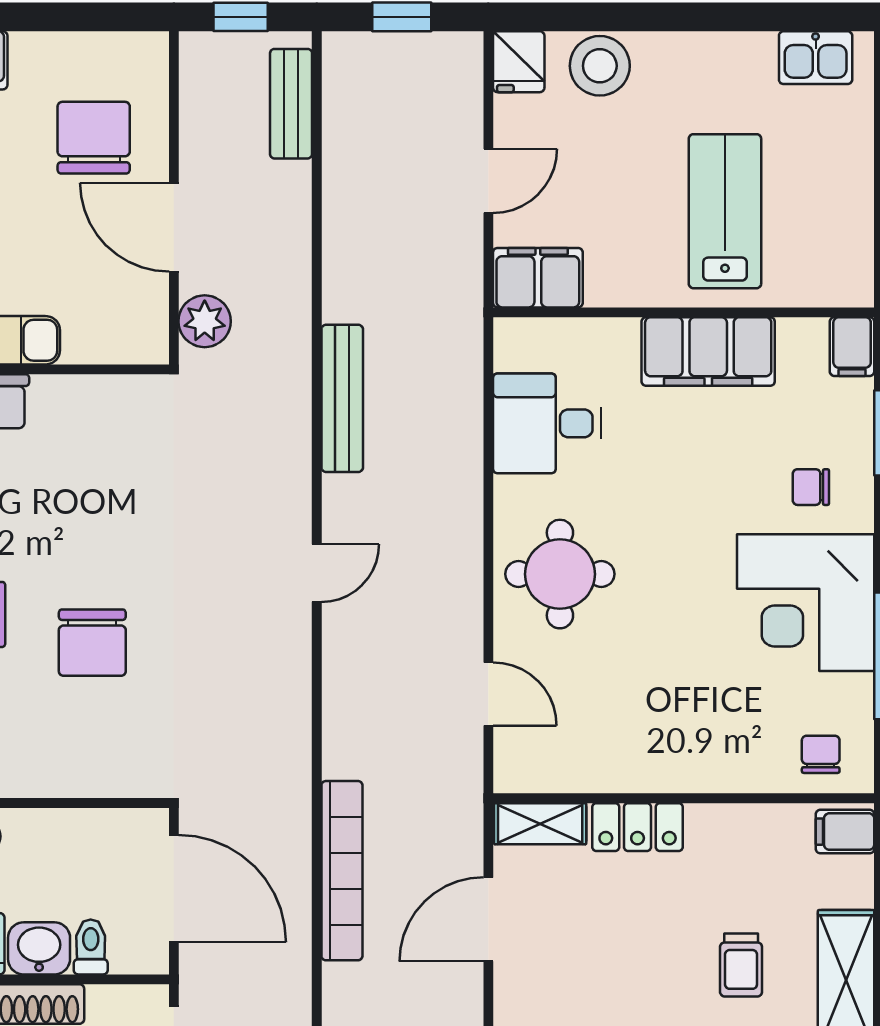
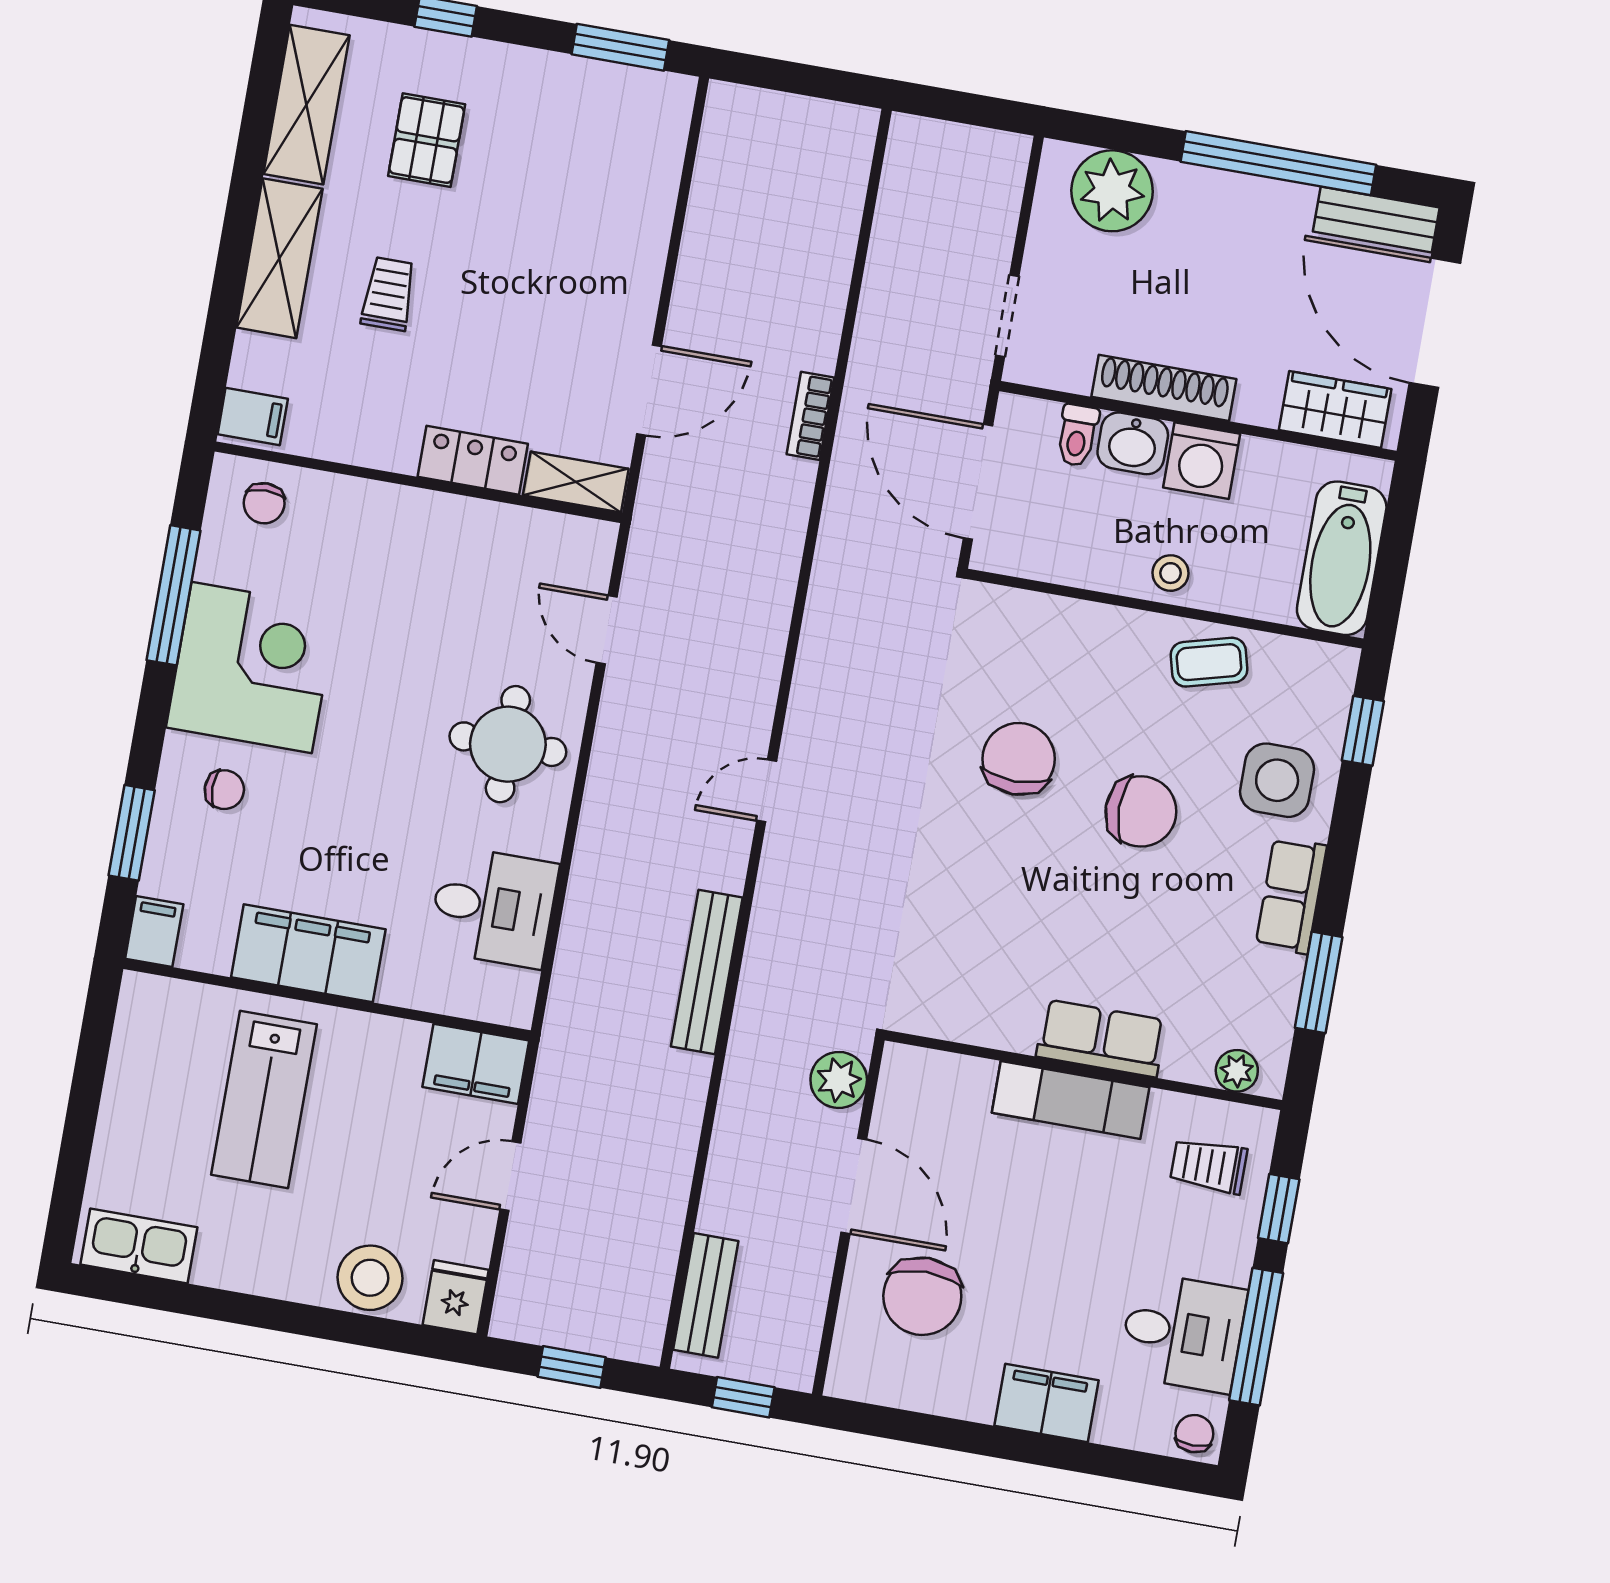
kitchen sink: (816, 58) -> (139, 1246), width x1.38
bookcase: (342, 871) -> (810, 416), width x0.43, depth x0.76

